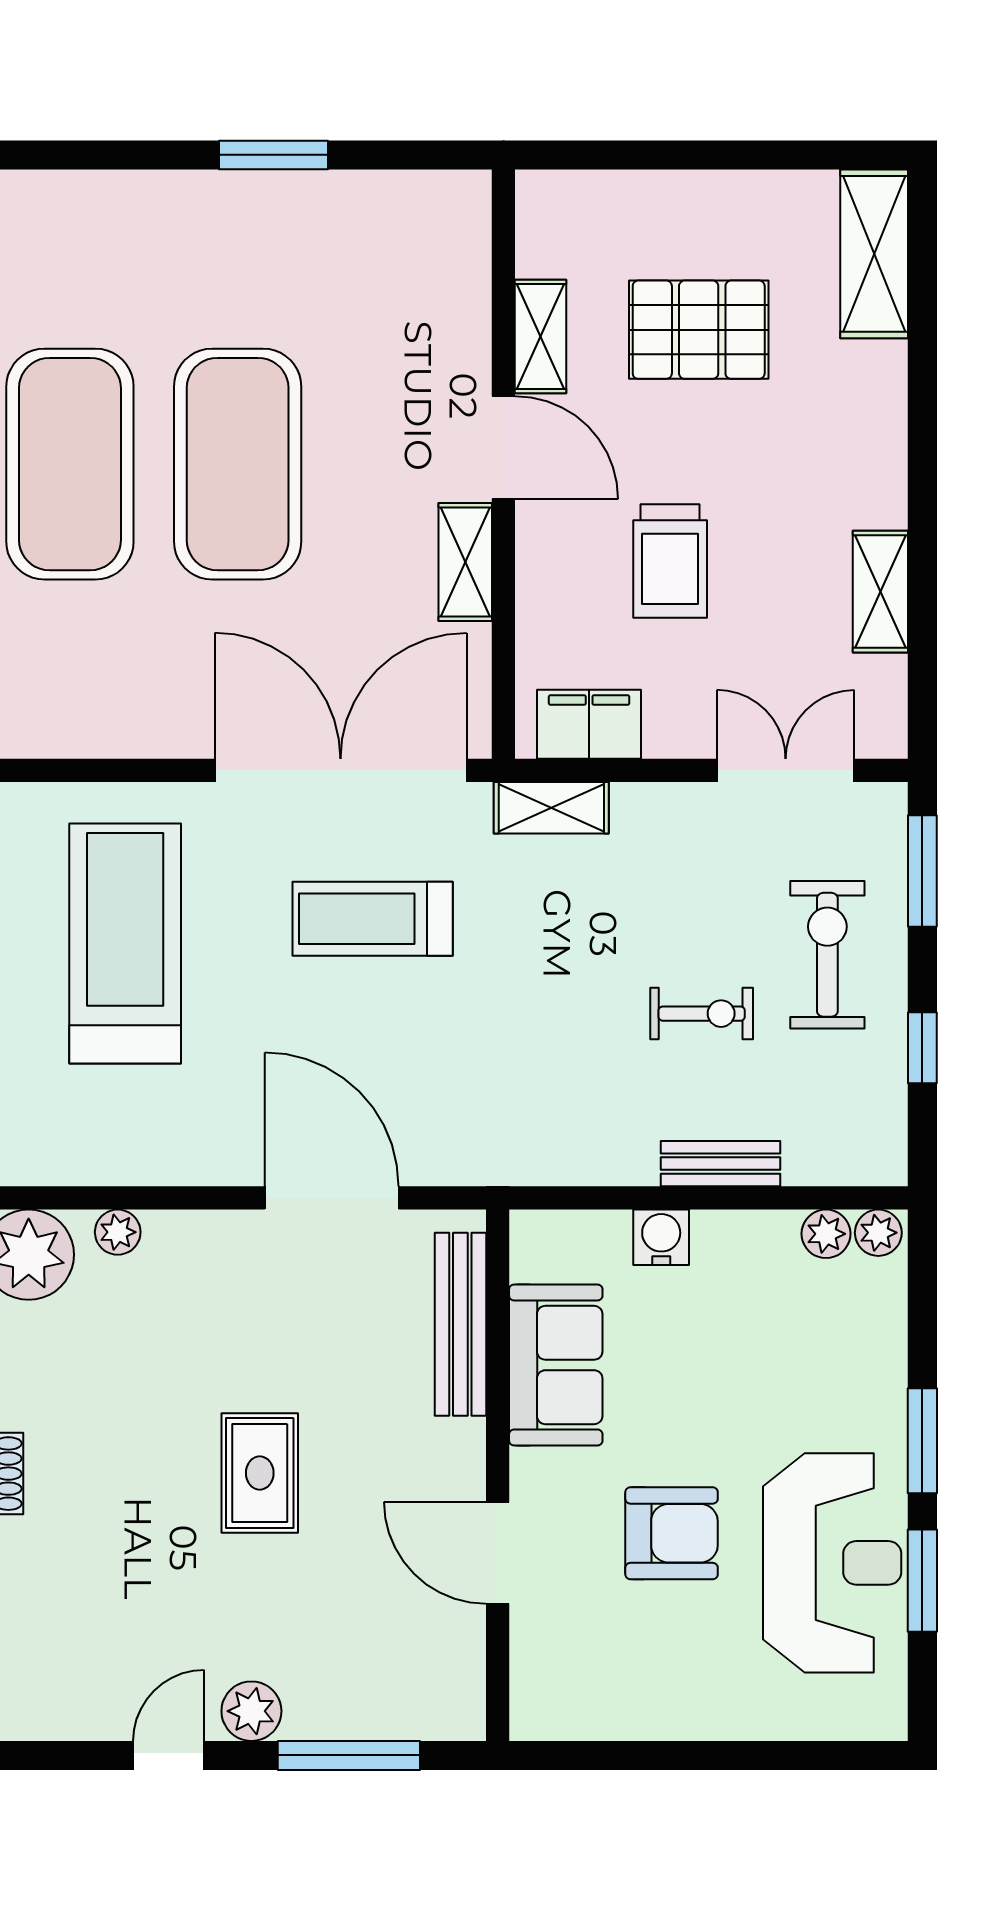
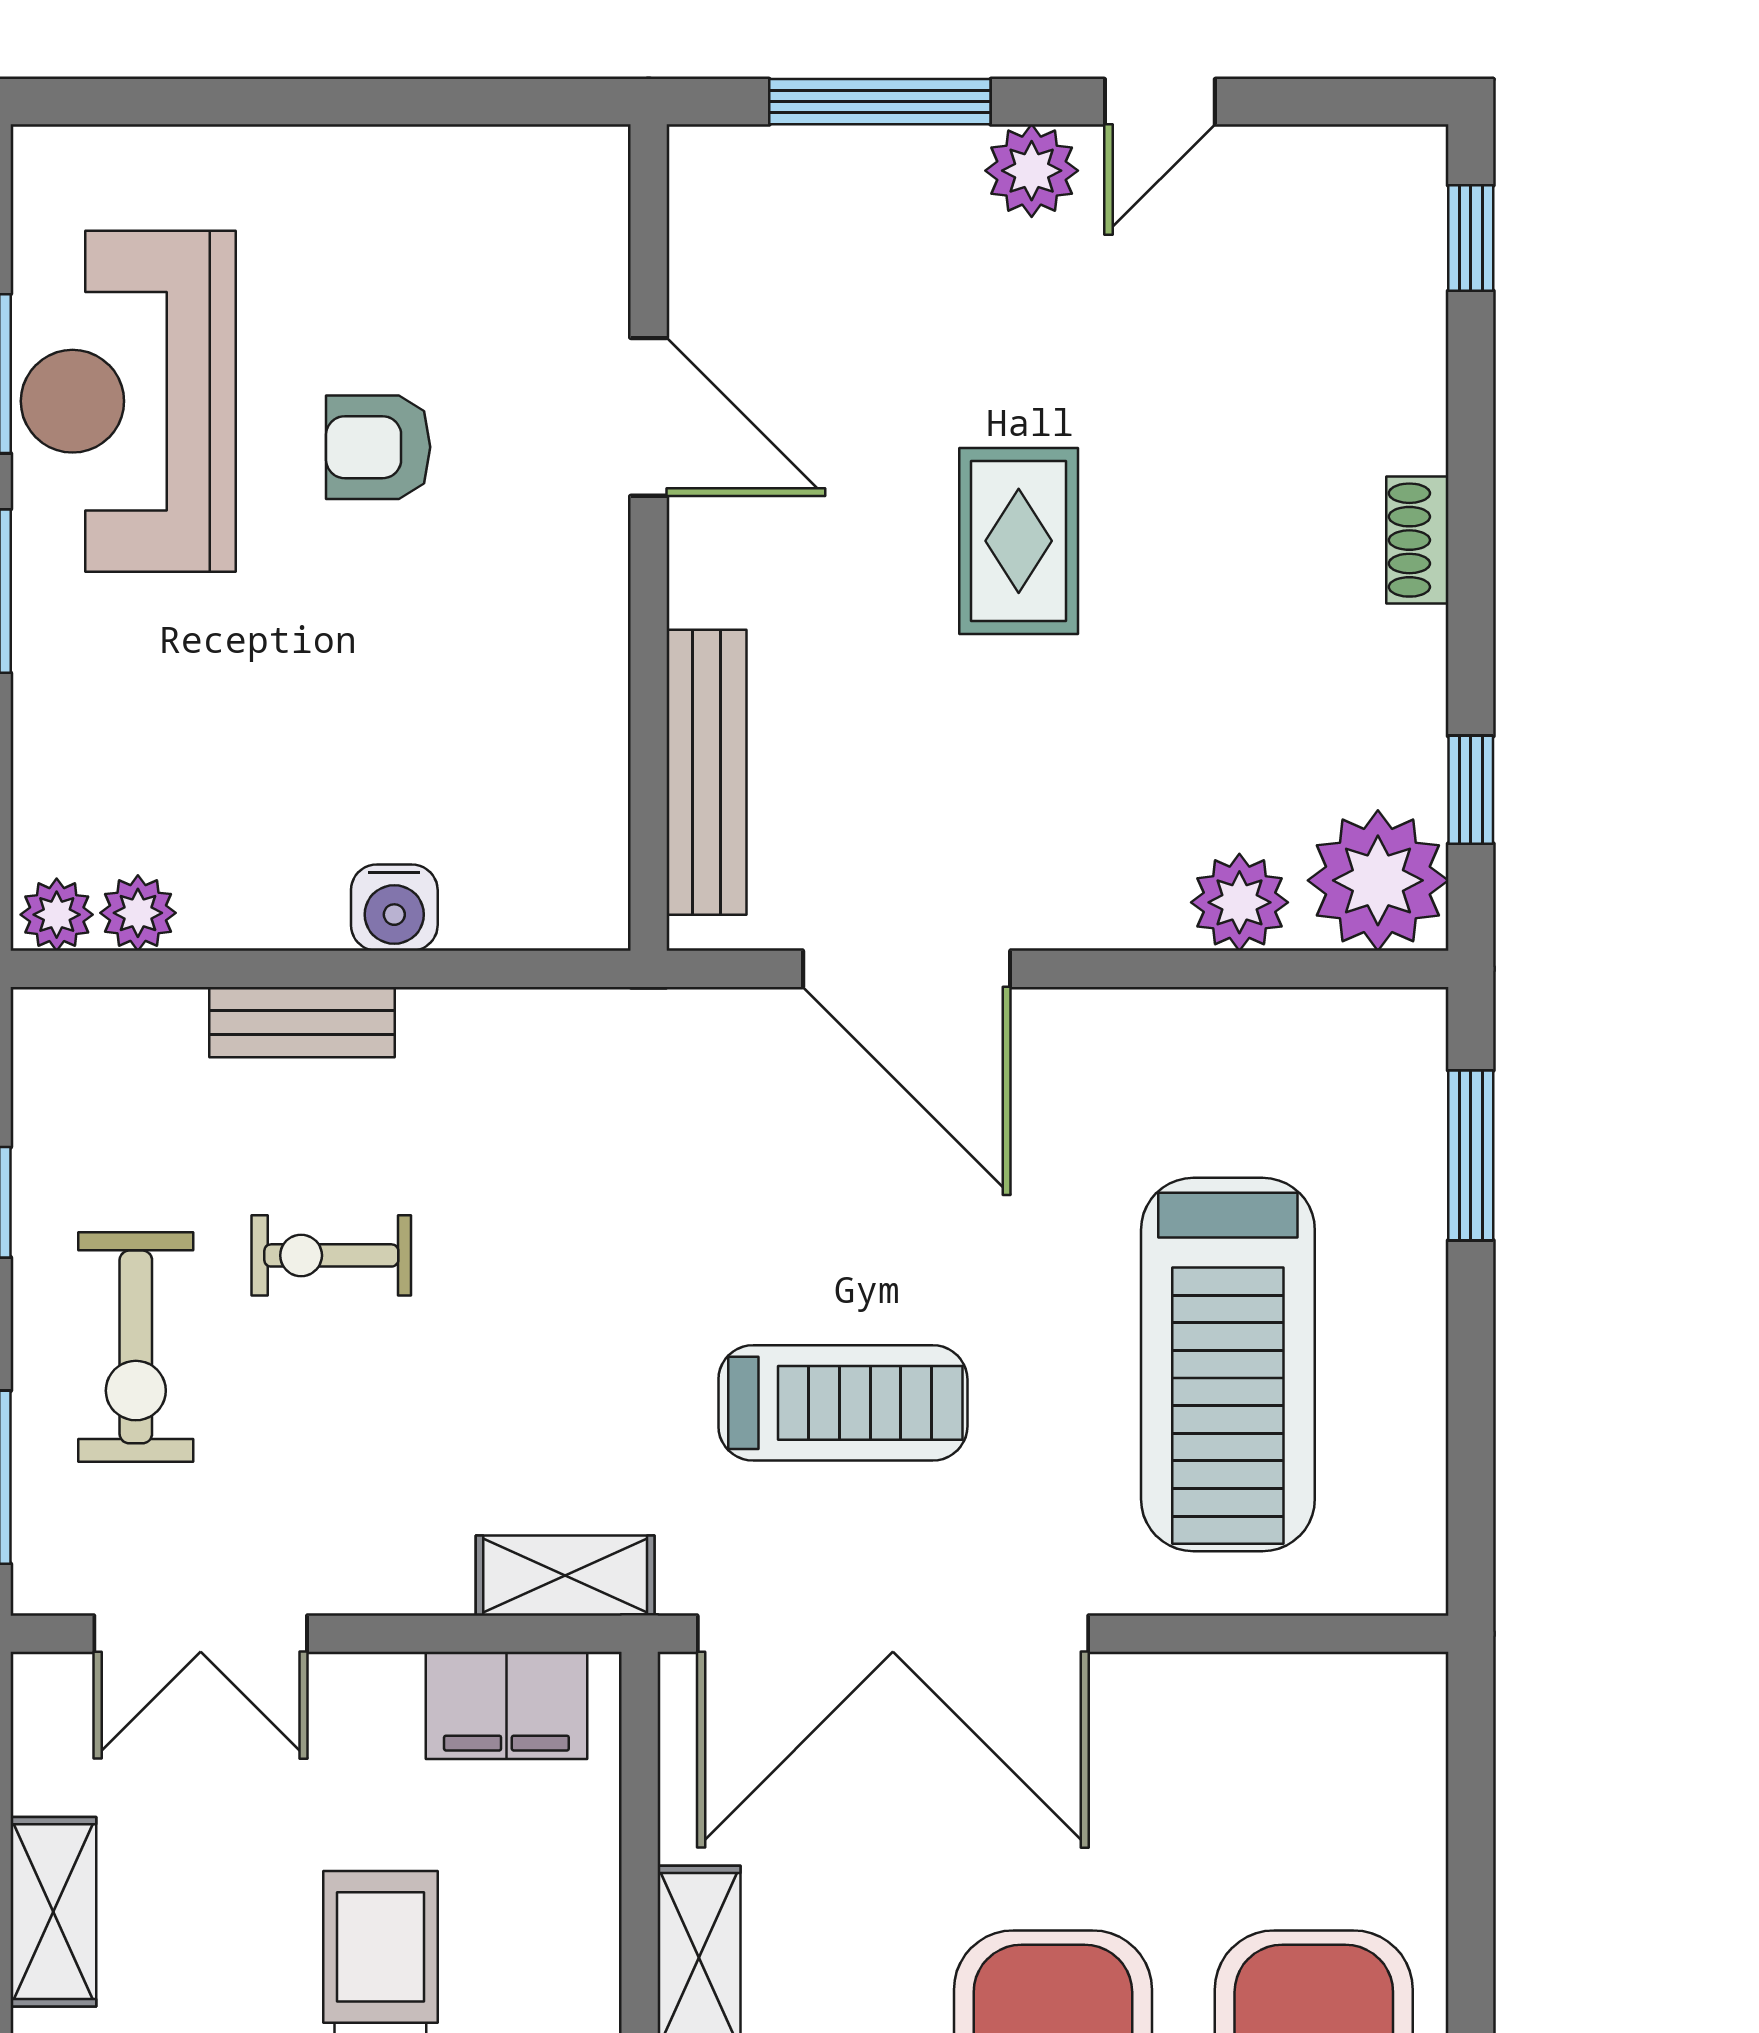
plant: (118, 1232) -> (1239, 902), width x1.38, depth x1.38
sofa: (556, 1365) -> (558, 709), removed
armchair: (672, 1533) -> (378, 447), width x0.72, depth x0.72

